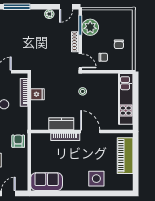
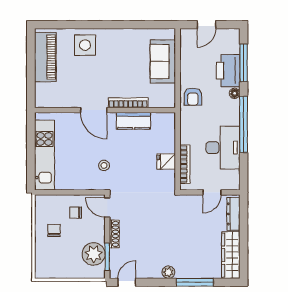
plant: (49, 14) -> (168, 272), moved
piano: (125, 156) -> (45, 57), moved
sofa: (47, 182) -> (163, 62), moved, turned 90

